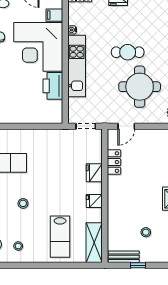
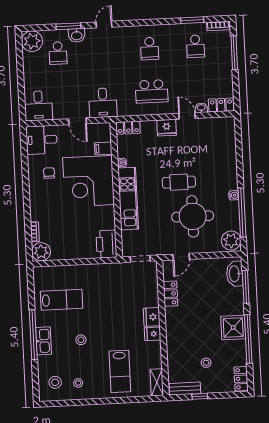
printer: (53, 86) -> (106, 244), moved
fridge: (94, 173) -> (152, 317), moved
shelving: (94, 243) -> (157, 382), width x0.67, depth x0.75

